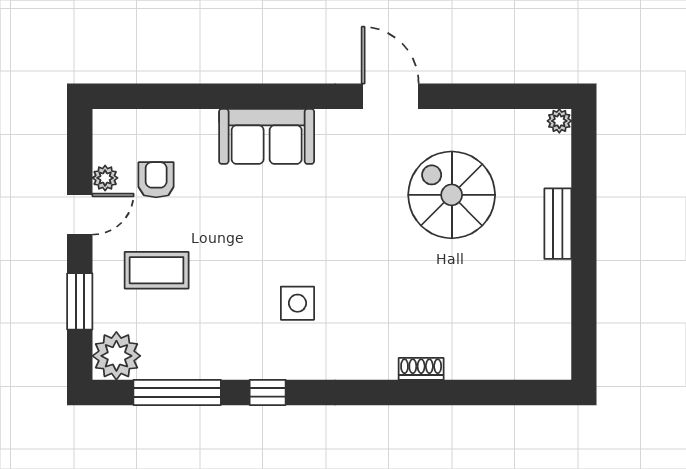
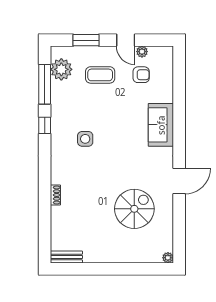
bench: (558, 224) -> (66, 257), moved
coffee table: (157, 270) -> (100, 75), turned 90
plant: (116, 356) -> (61, 69), moved

